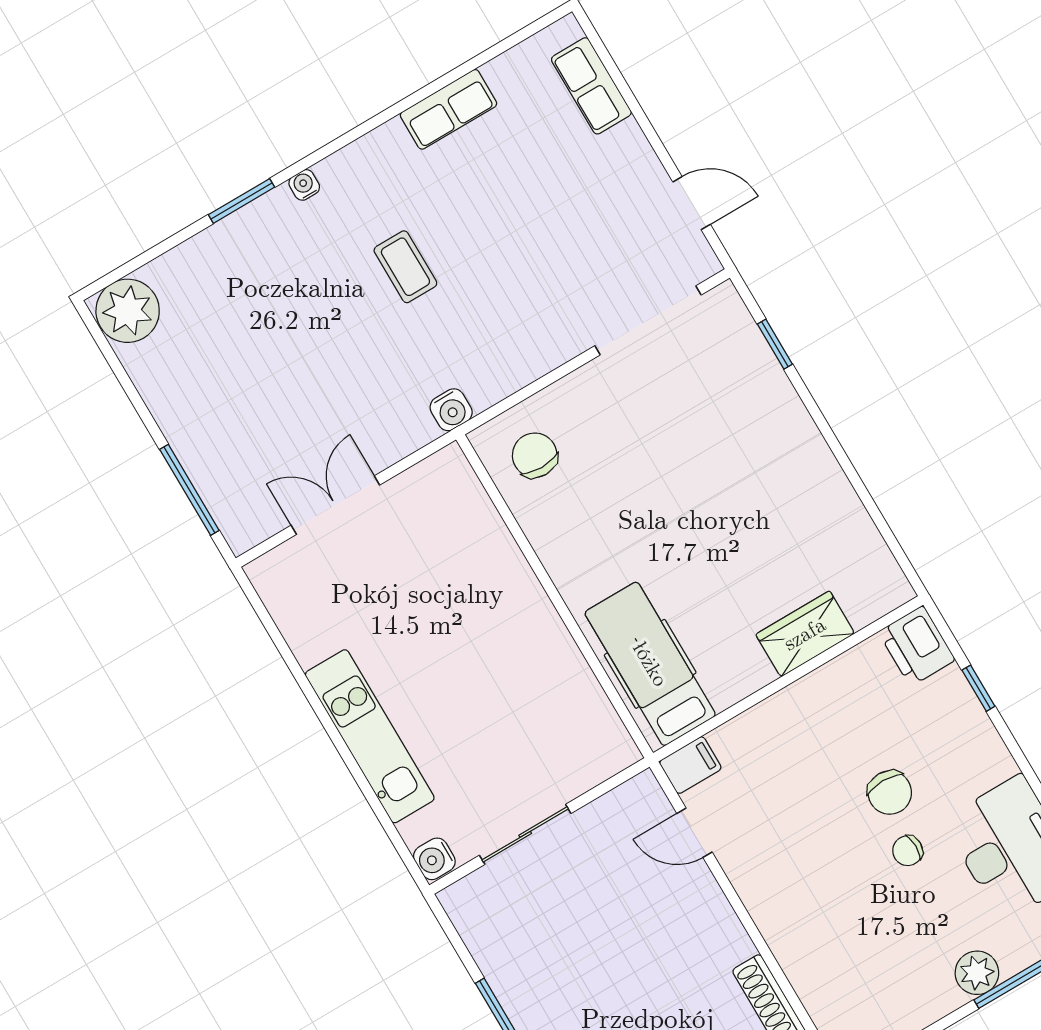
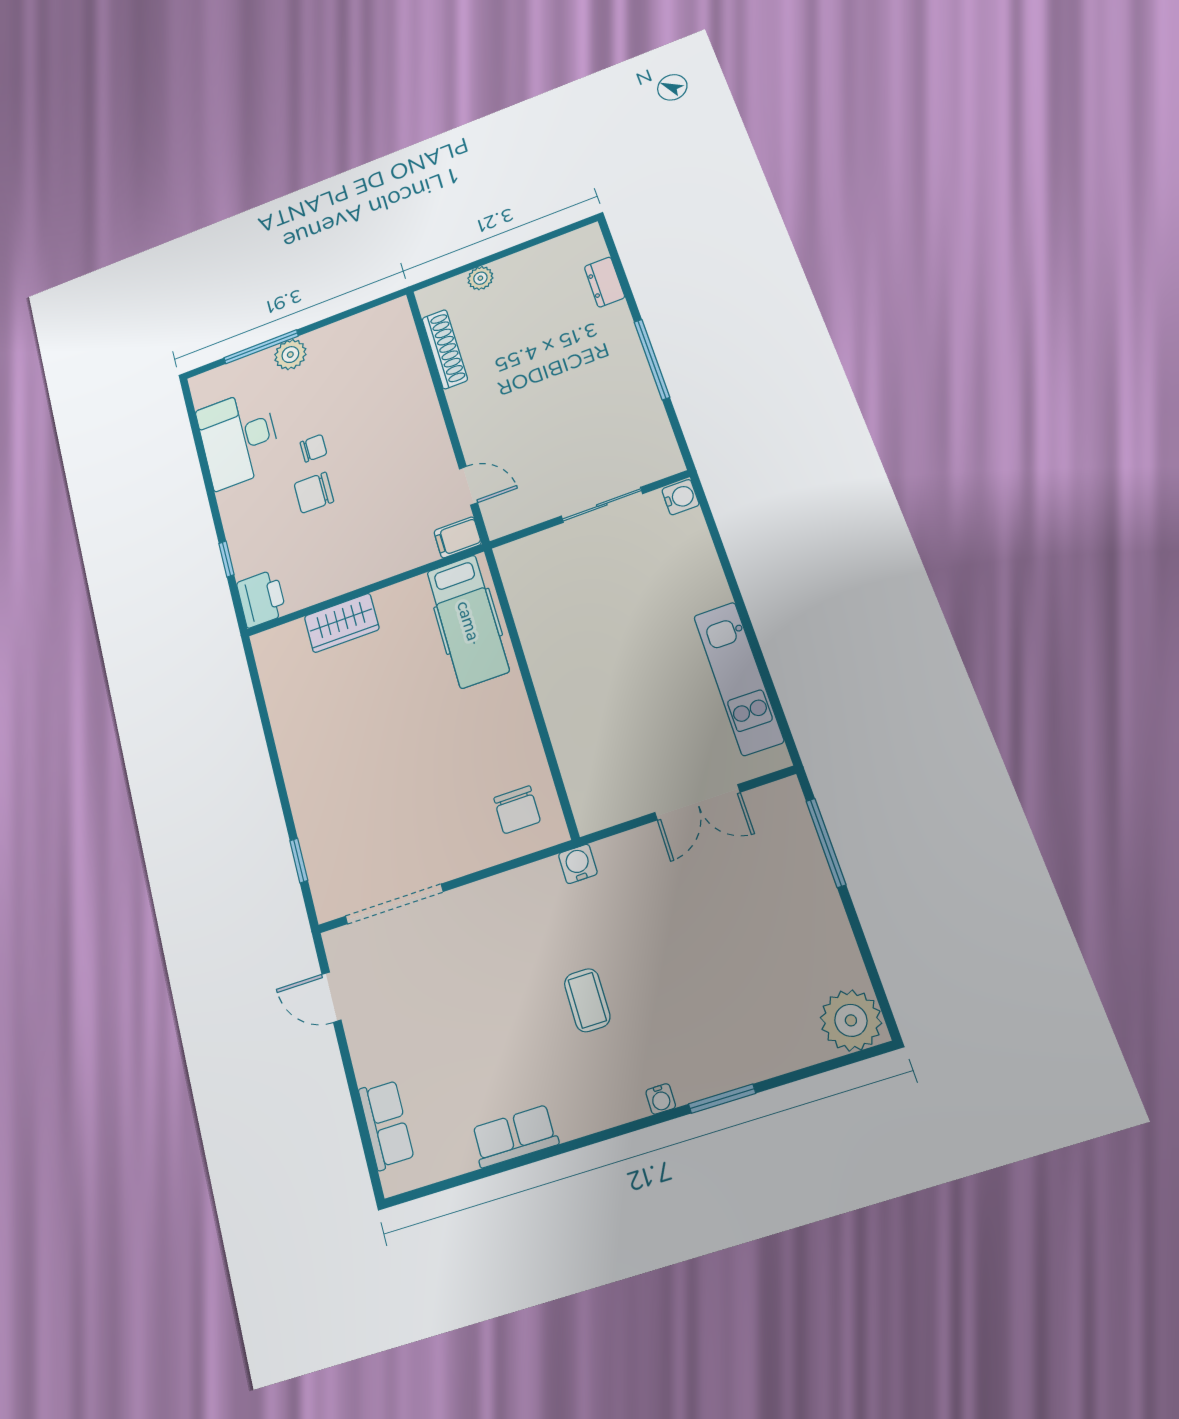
kitchen unit: (370, 736) -> (738, 678), moved
chair: (890, 793) -> (314, 493), turned -90

